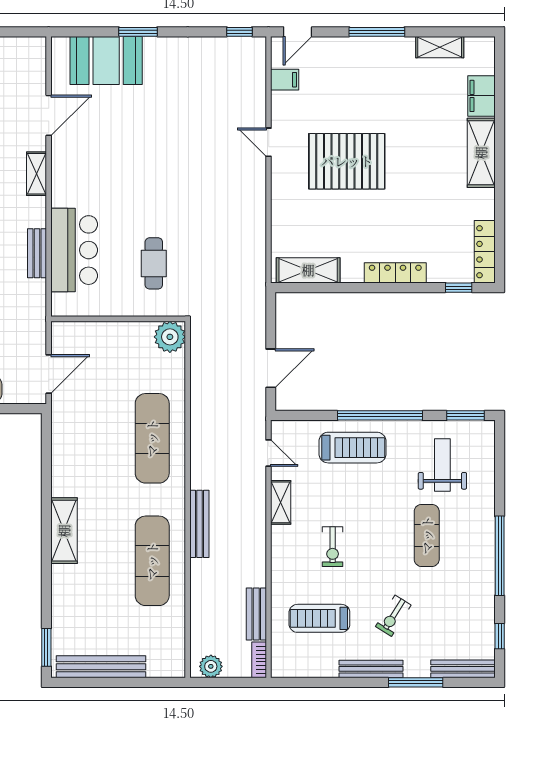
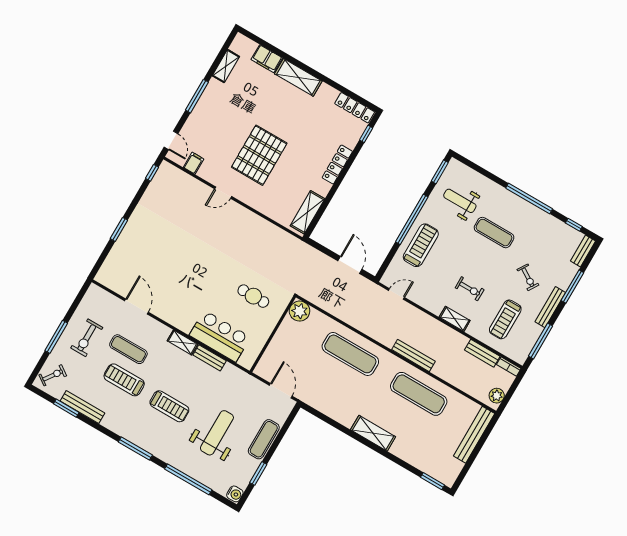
booth: (106, 60) -> (125, 256), removed
shelving: (37, 174) -> (183, 342), moved
shelving: (281, 502) -> (455, 319), moved
bench: (101, 667) -> (474, 435), moved
bench: (463, 669) -> (583, 251), width x0.73
window: (318, 682) -> (541, 341), added

